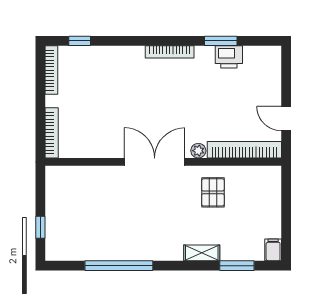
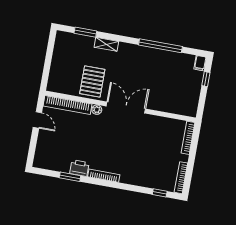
printer: (229, 57) -> (79, 168), moved
double door: (155, 162) -> (126, 108), swing flipped
pallet: (213, 192) -> (92, 82), width x1.50, depth x1.42
filing cabinet: (273, 250) -> (200, 63), moved

